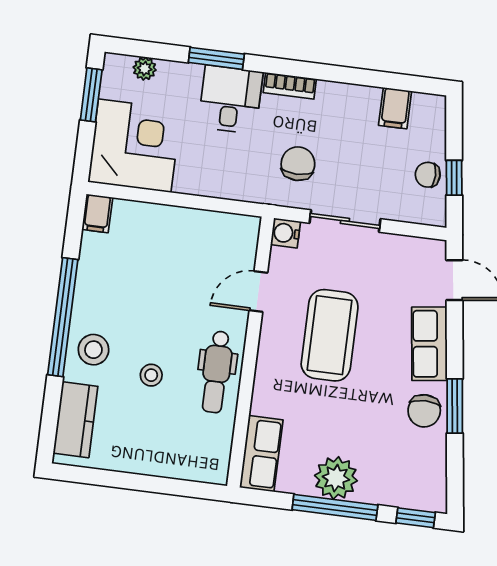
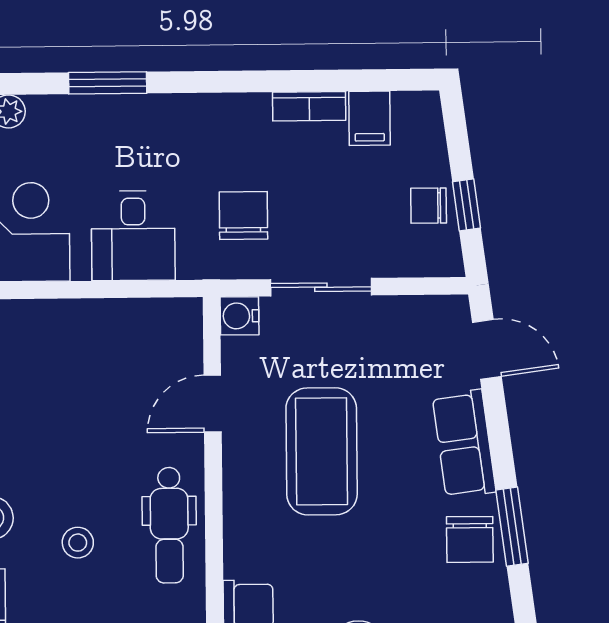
bookcase: (290, 86) -> (309, 106), moved
desk: (230, 100) -> (133, 236), moved, turned 180

